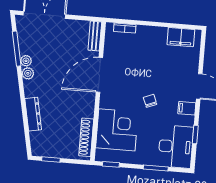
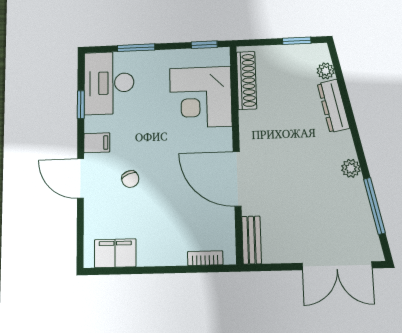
plant: (26, 61) -> (326, 71), moved
door: (99, 75) -> (237, 179), swing flipped
chair: (150, 101) -> (130, 179), moved

